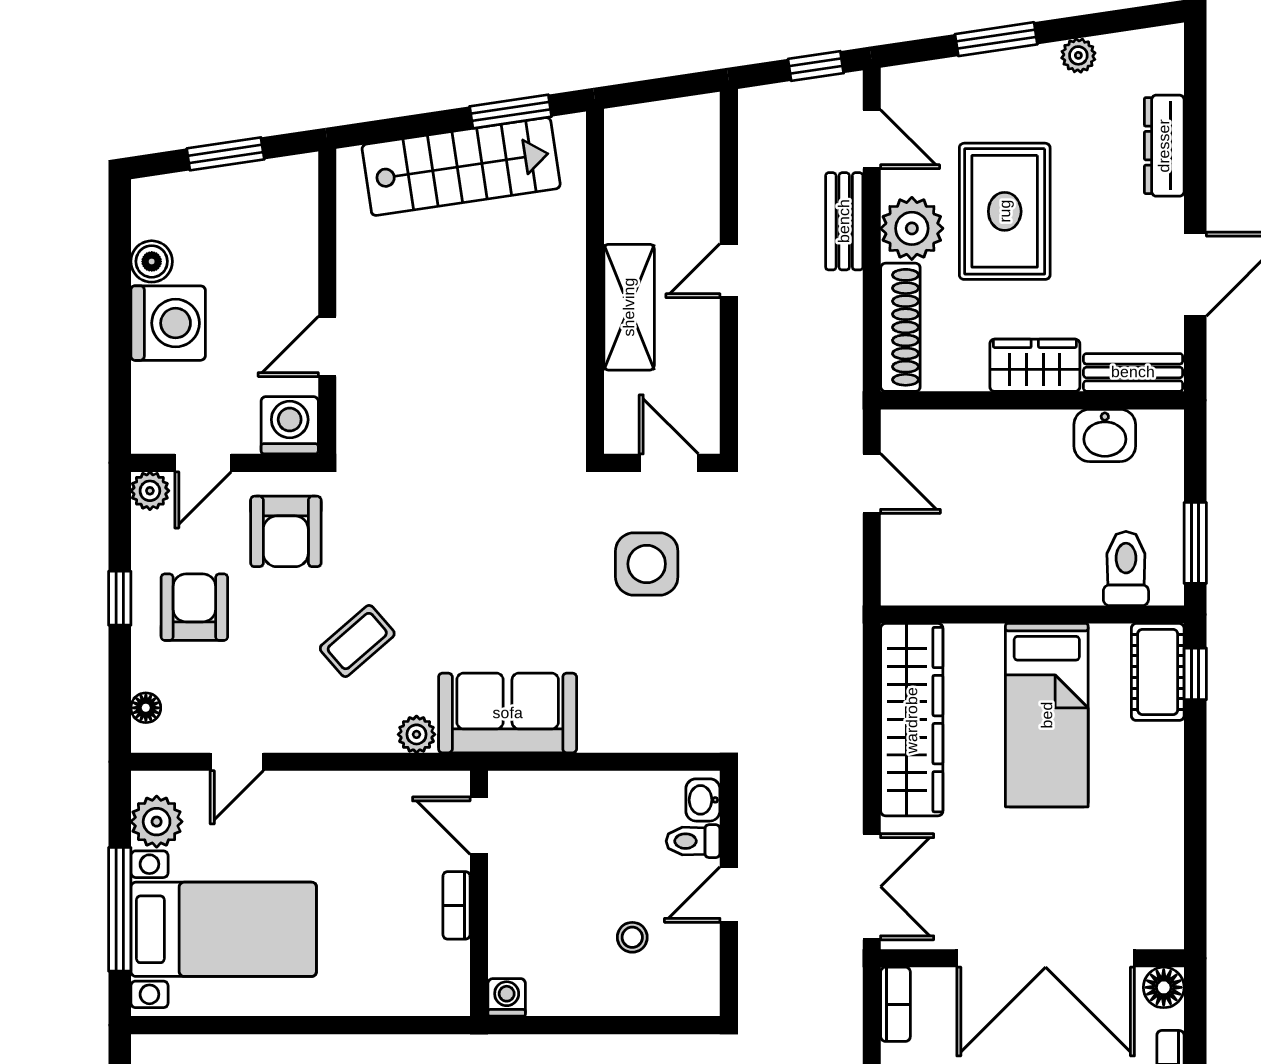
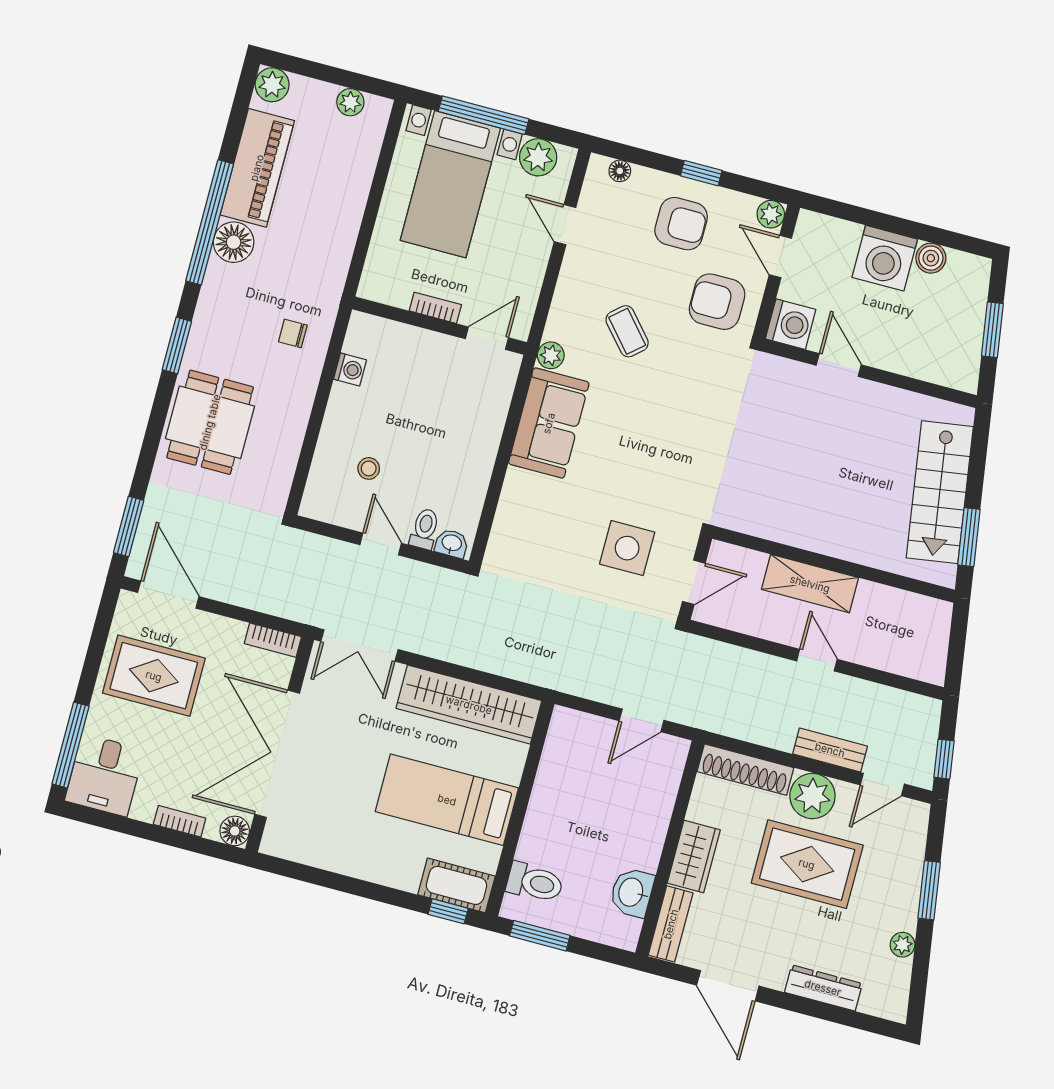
door: (479, 826) -> (487, 338), moved
wall: (479, 893) -> (439, 326), moved
bookcase: (457, 905) -> (435, 308), moved

